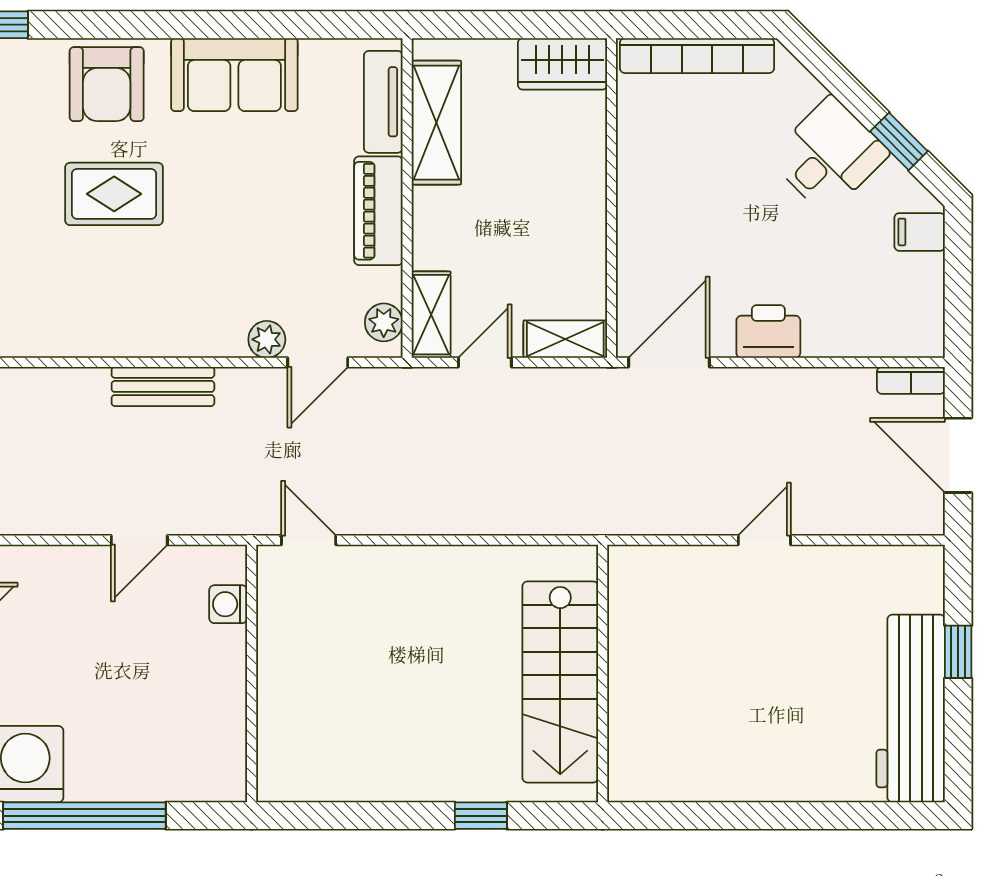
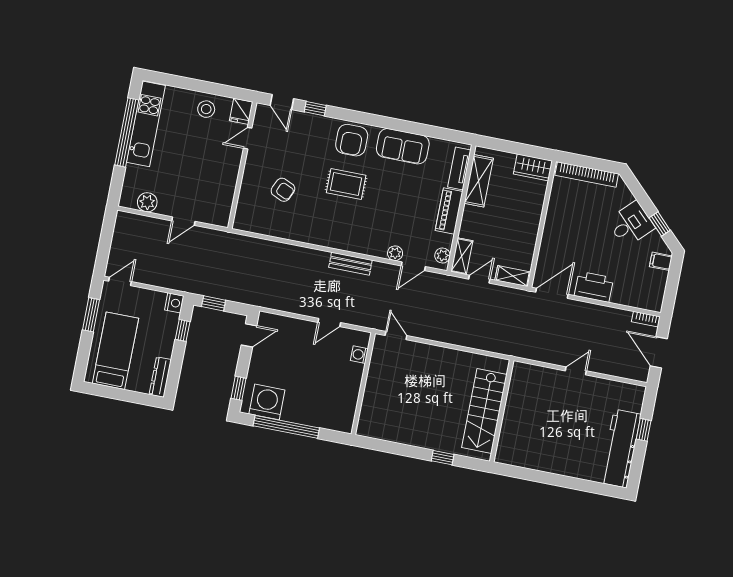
printer: (768, 332) -> (594, 287), width x1.37, depth x1.19

